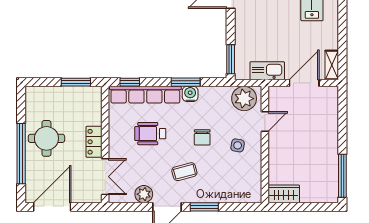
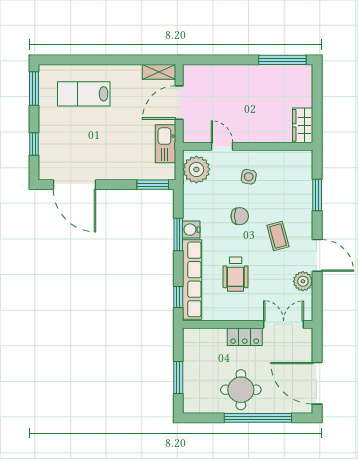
window: (76, 82) -> (178, 377), moved
door: (304, 83) -> (179, 103), hinge flipped
window: (204, 207) -> (317, 195), moved

